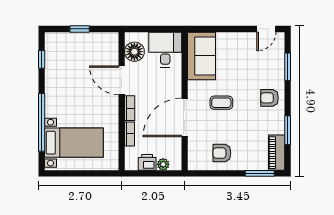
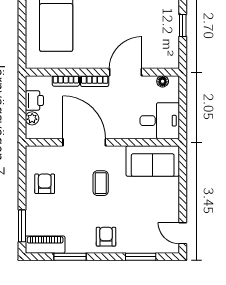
floor lamp: (134, 52) -> (163, 81), width x0.53, depth x0.53

